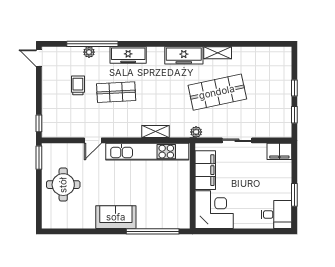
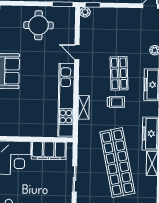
trolley: (78, 85) -> (116, 102), moved
shop shelf: (217, 92) -> (117, 163), width x1.40
plant: (196, 132) -> (85, 12), moved

